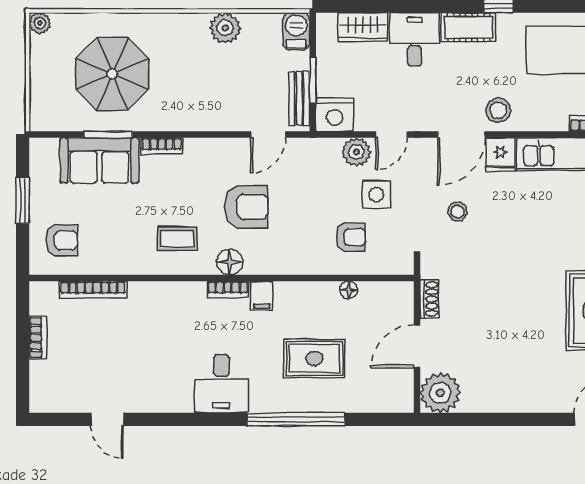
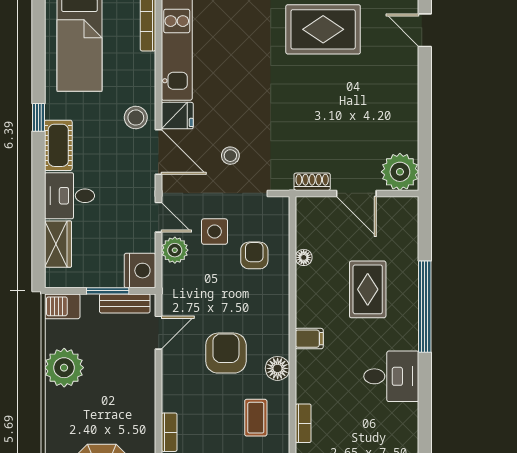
plant: (225, 28) -> (64, 368), width x1.36, depth x1.36
door: (268, 135) -> (159, 333), hinge flipped
bookcase: (228, 289) -> (303, 423), moved

